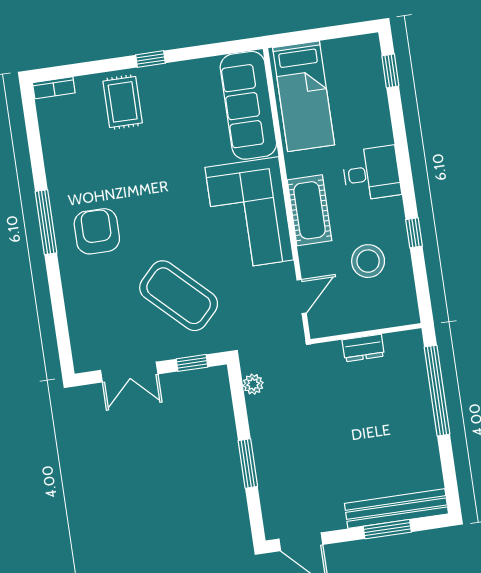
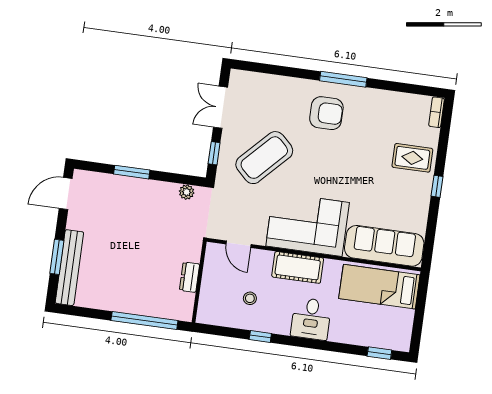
stool: (368, 261) -> (250, 298), width x0.53, depth x0.53

